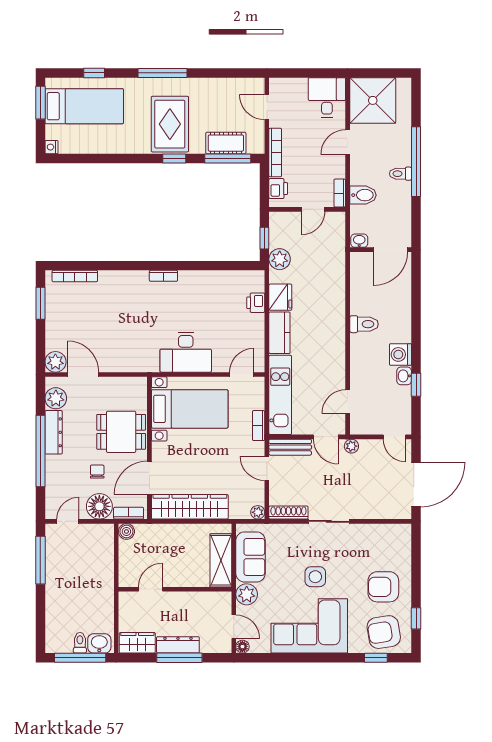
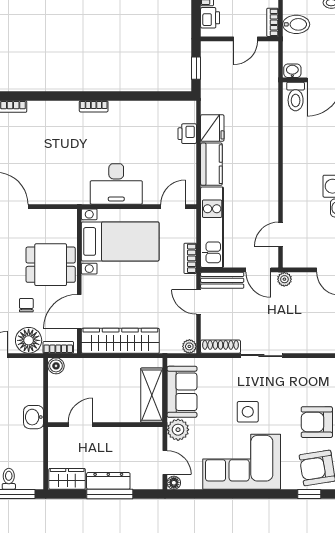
plant: (280, 259) -> (212, 89), removed
toilet: (364, 324) -> (296, 96), moved, turned 90
washbasin: (99, 643) -> (34, 417), moved, turned -90

